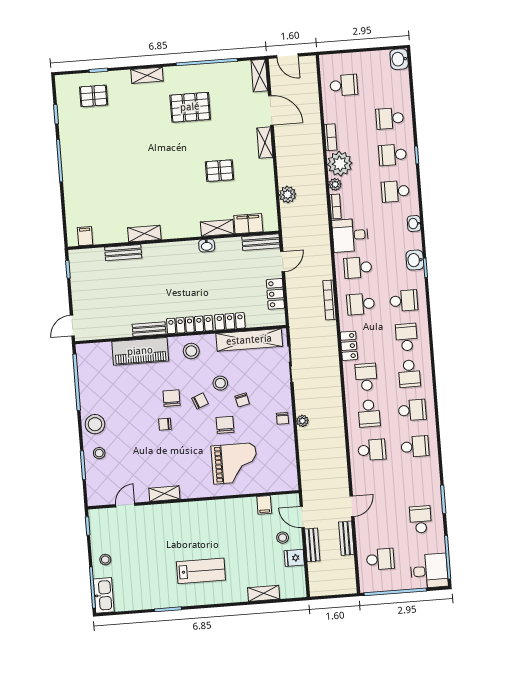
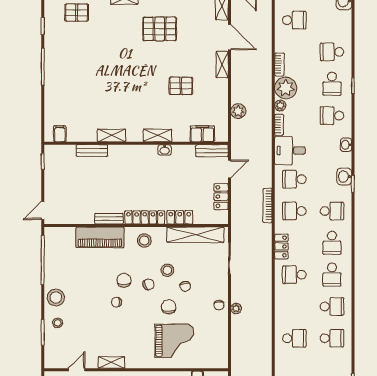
school desk: (393, 155) -> (332, 84), turned -90
shelving: (217, 228) -> (158, 135), moved
school desk: (407, 337) -> (332, 243), turned 180
school desk: (366, 377) -> (294, 275), turned -90
school desk: (369, 413) -> (294, 306), removed

